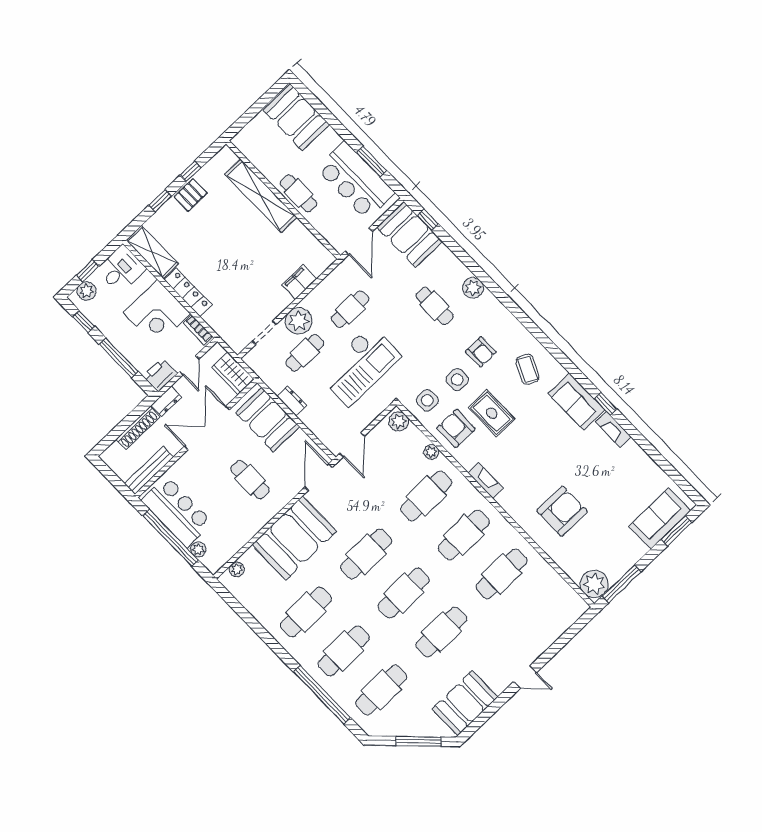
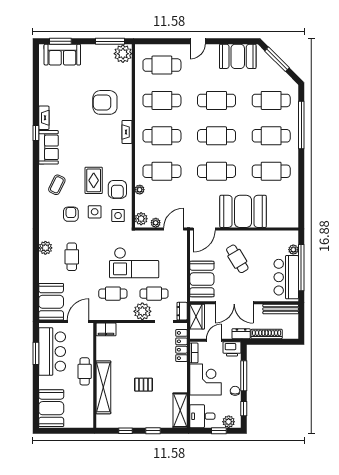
pallet: (191, 195) -> (143, 385), moved
window: (428, 220) -> (36, 300), removed
filing cabinet: (299, 282) -> (106, 329), moved
locker: (188, 292) -> (181, 346), moved
chair: (112, 332) -> (235, 391), added
checkout: (359, 366) -> (134, 263), turned 180
dresser: (292, 401) -> (182, 311), moved
cafe table: (250, 480) -> (237, 259), turned -31
fireplace: (486, 480) -> (127, 132), moved
plant: (237, 569) -> (156, 223), moved
cafe table: (539, 613) -> (162, 65), added
door: (525, 677) -> (198, 41), swing flipped

